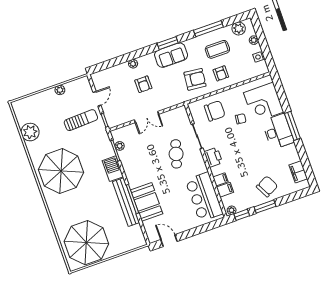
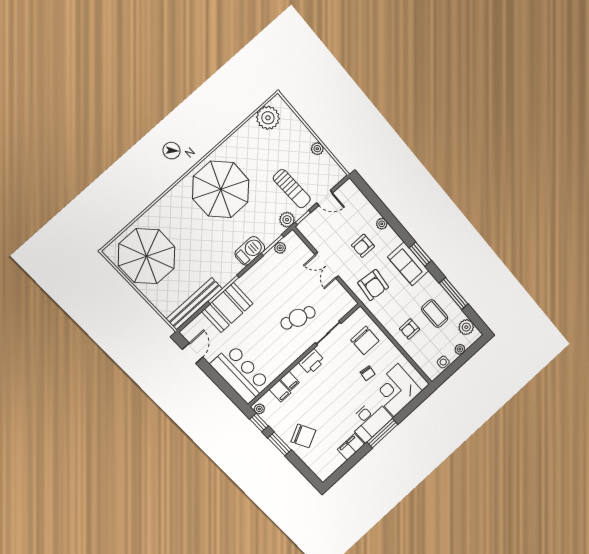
armchair: (195, 79) -> (373, 285), moved
plant: (30, 132) -> (268, 118), moved
plant: (101, 133) -> (287, 220), added
filing cabinet: (298, 172) -> (351, 447), moved
bar counter: (204, 197) -> (240, 374), moved, turned 90
bench: (126, 202) -> (194, 304), moved

